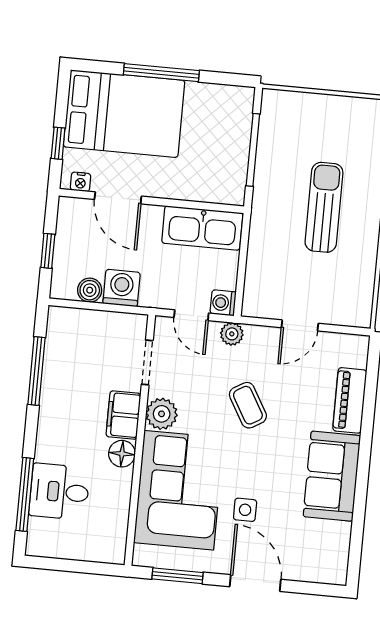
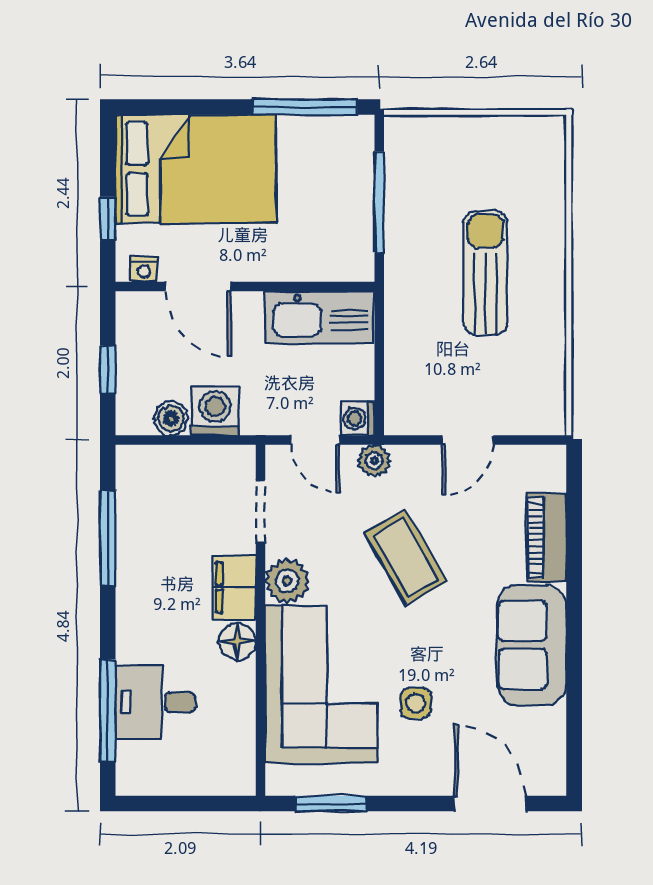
window: (161, 73) -> (305, 107), moved
coffee table: (248, 405) -> (406, 558), width x1.36, depth x1.30
door: (255, 583) -> (490, 804), moved

